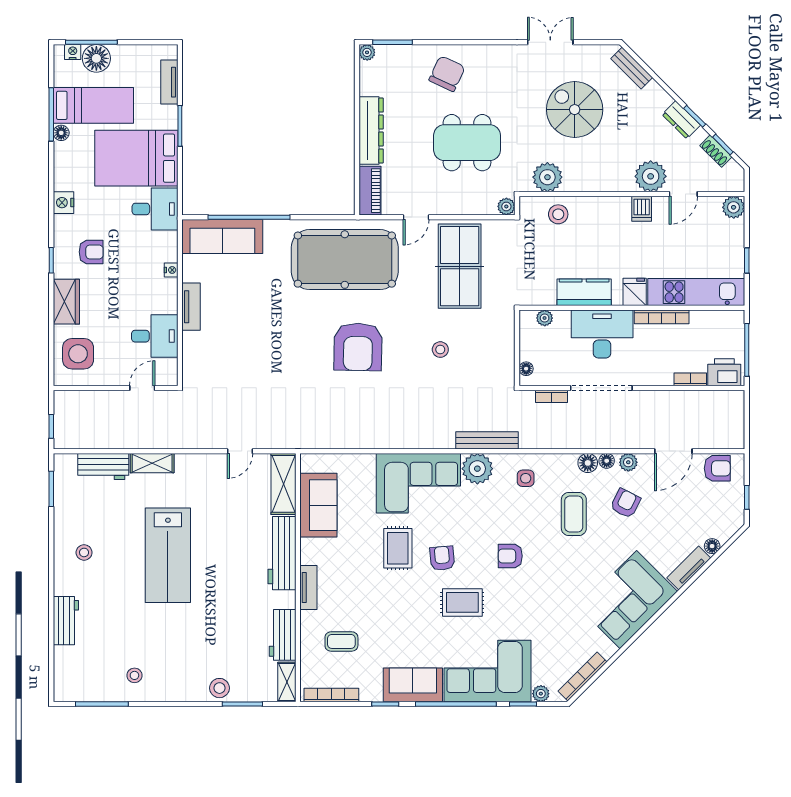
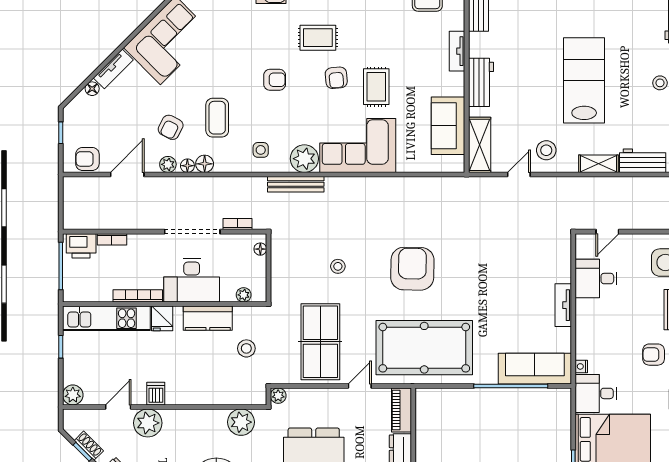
stool: (558, 214) -> (246, 348), moved
nightstand: (171, 270) -> (581, 366), moved
stool: (210, 478) -> (546, 150), added
workbench: (282, 553) -> (481, 82), width x0.73

